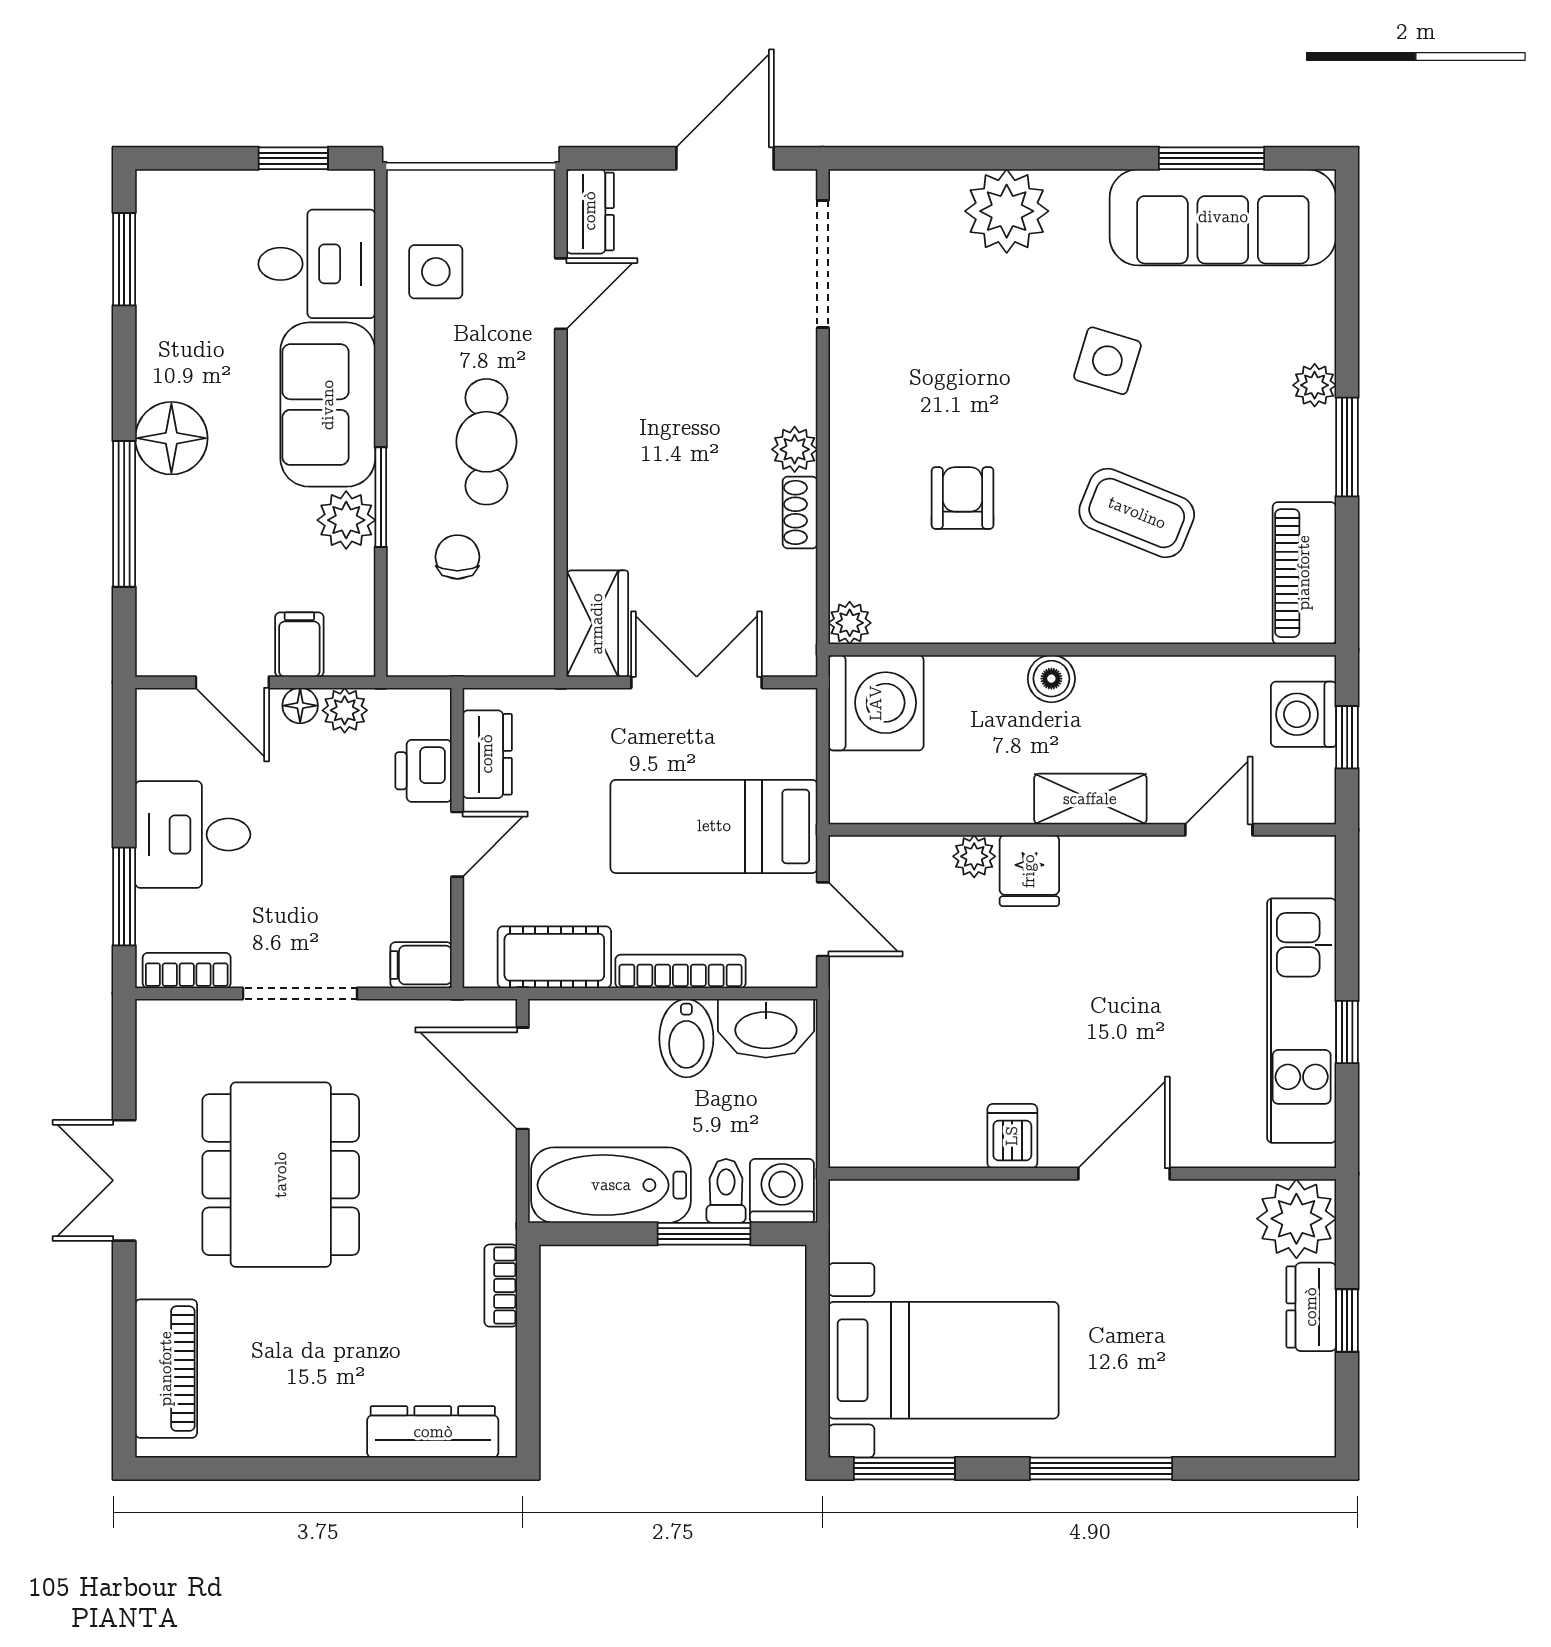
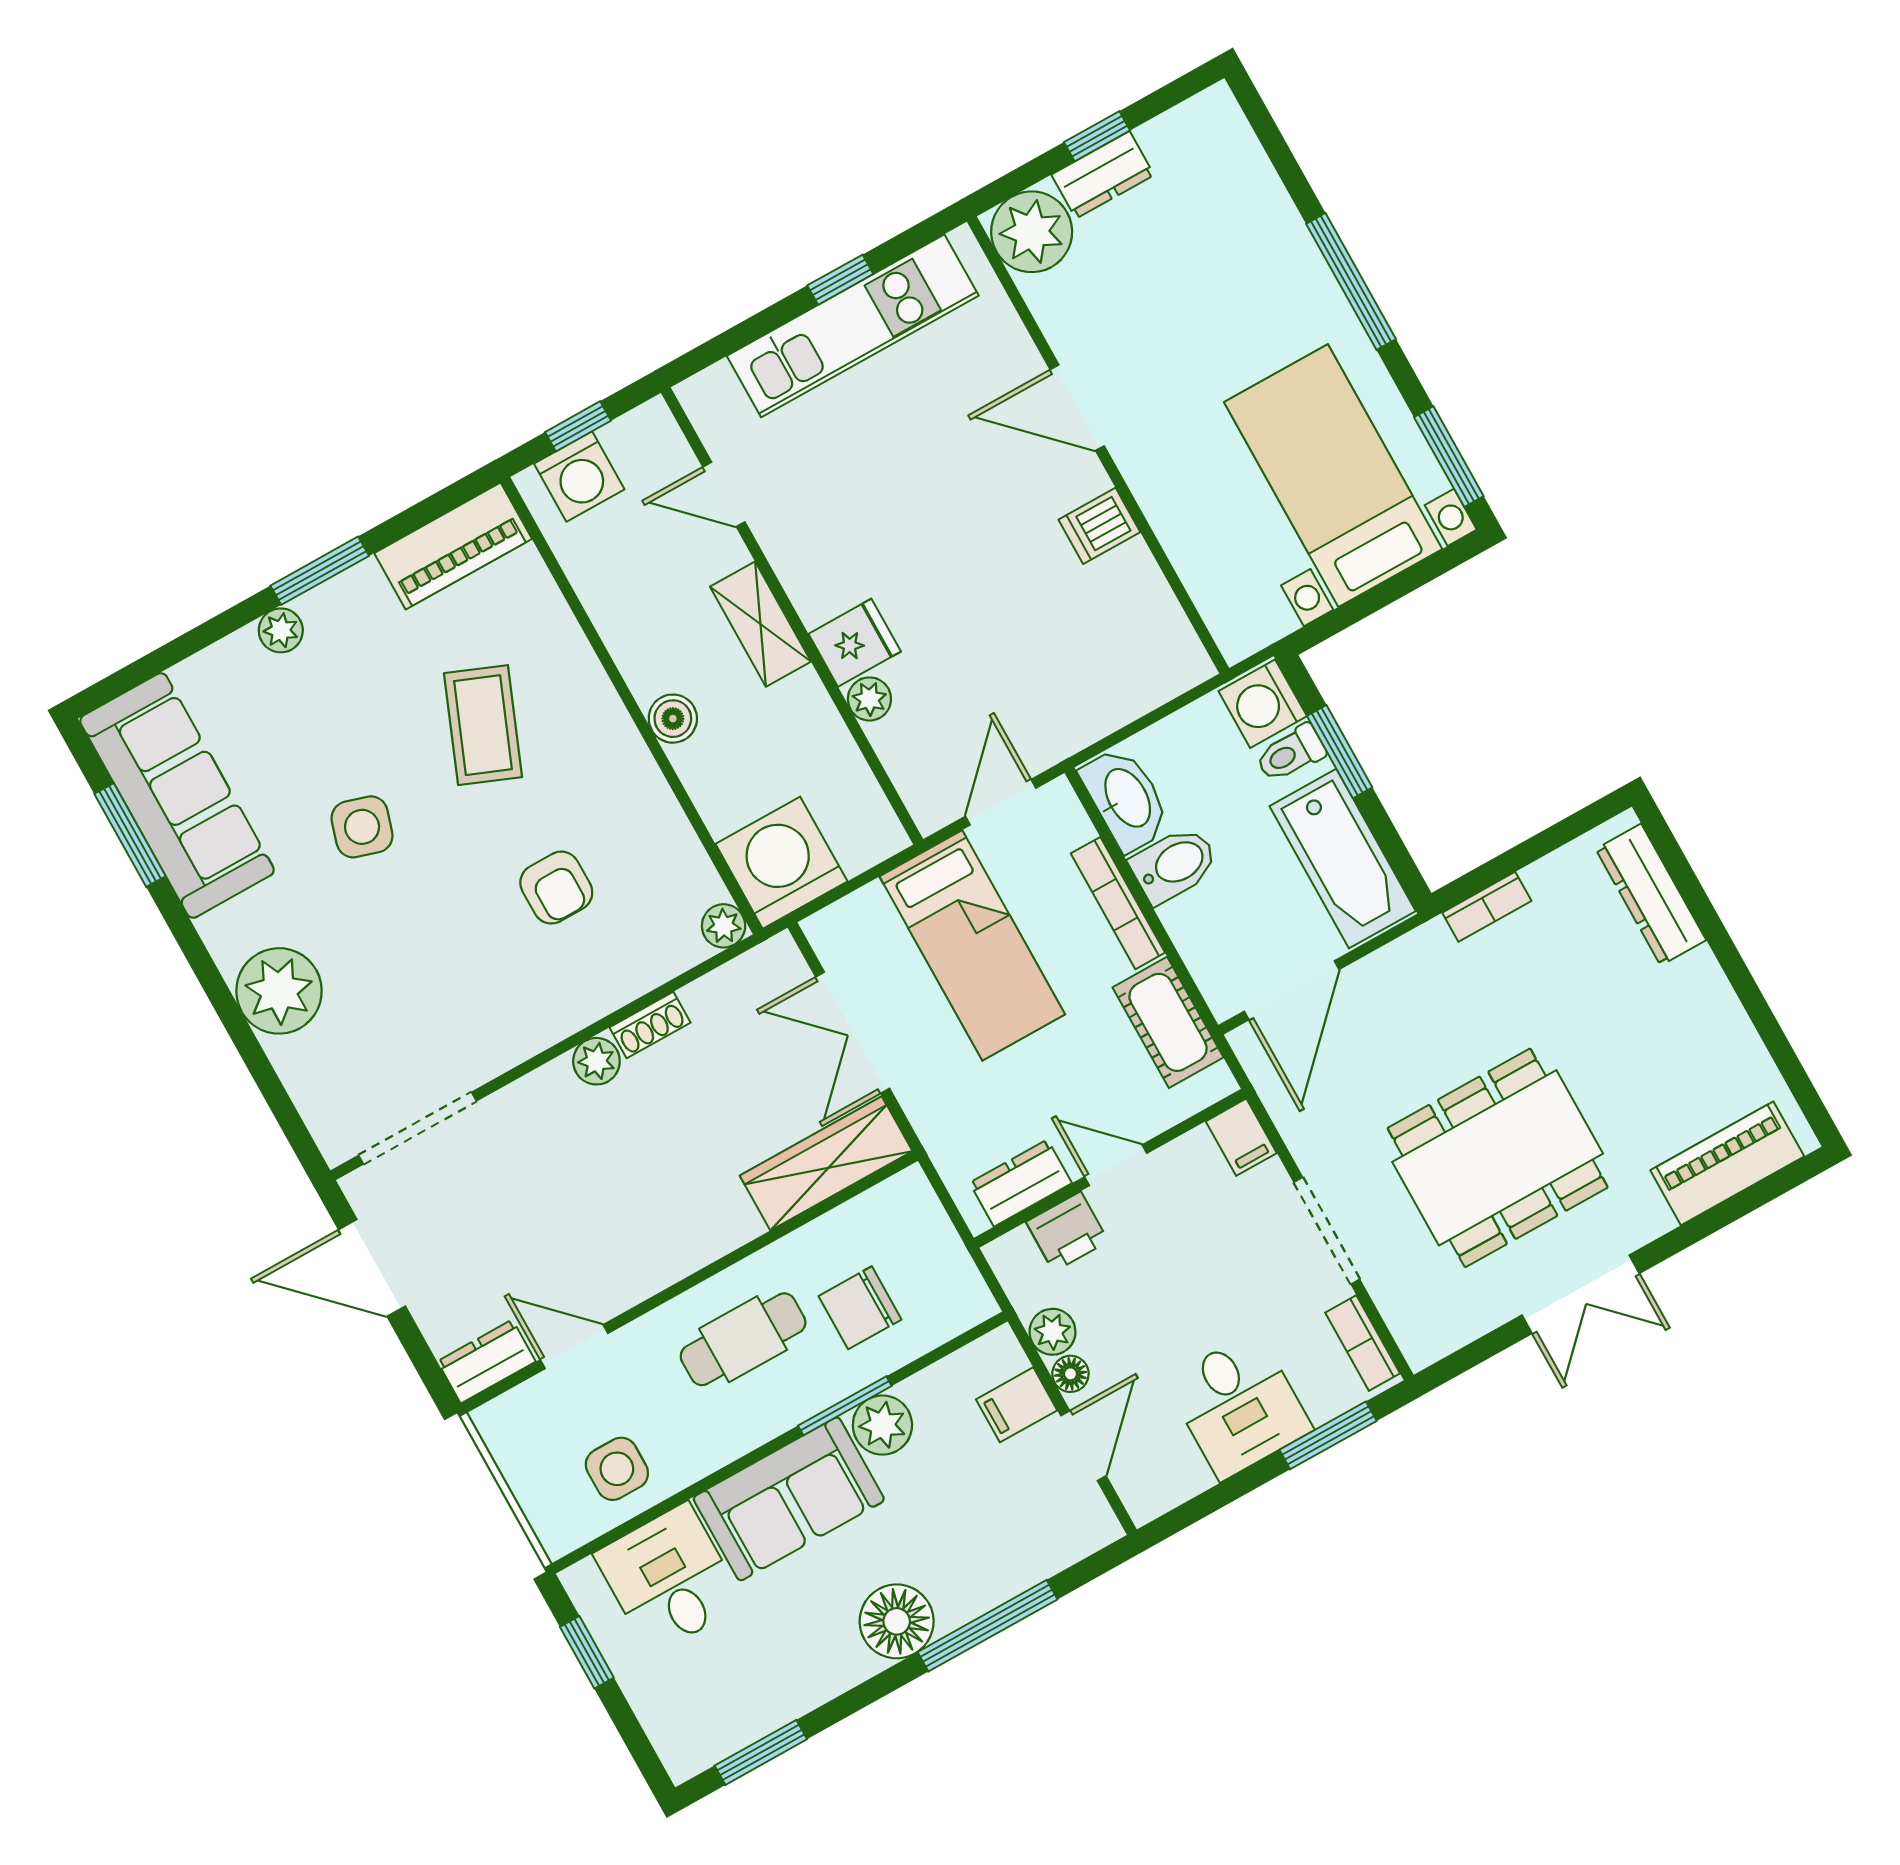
armchair: (963, 498) -> (556, 888), turned -90
chair: (457, 557) -> (860, 1308), width x1.37, depth x1.37
wardrobe: (597, 624) -> (826, 1163), width x1.50

